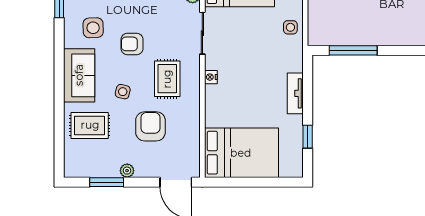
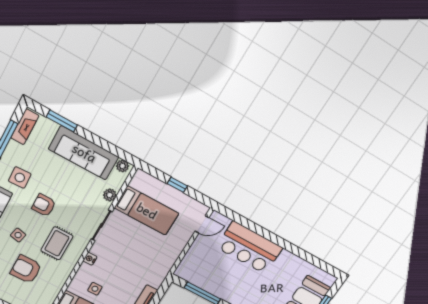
side table: (290, 27) -> (95, 289), moved
armchair: (150, 126) -> (26, 269), turned -90

